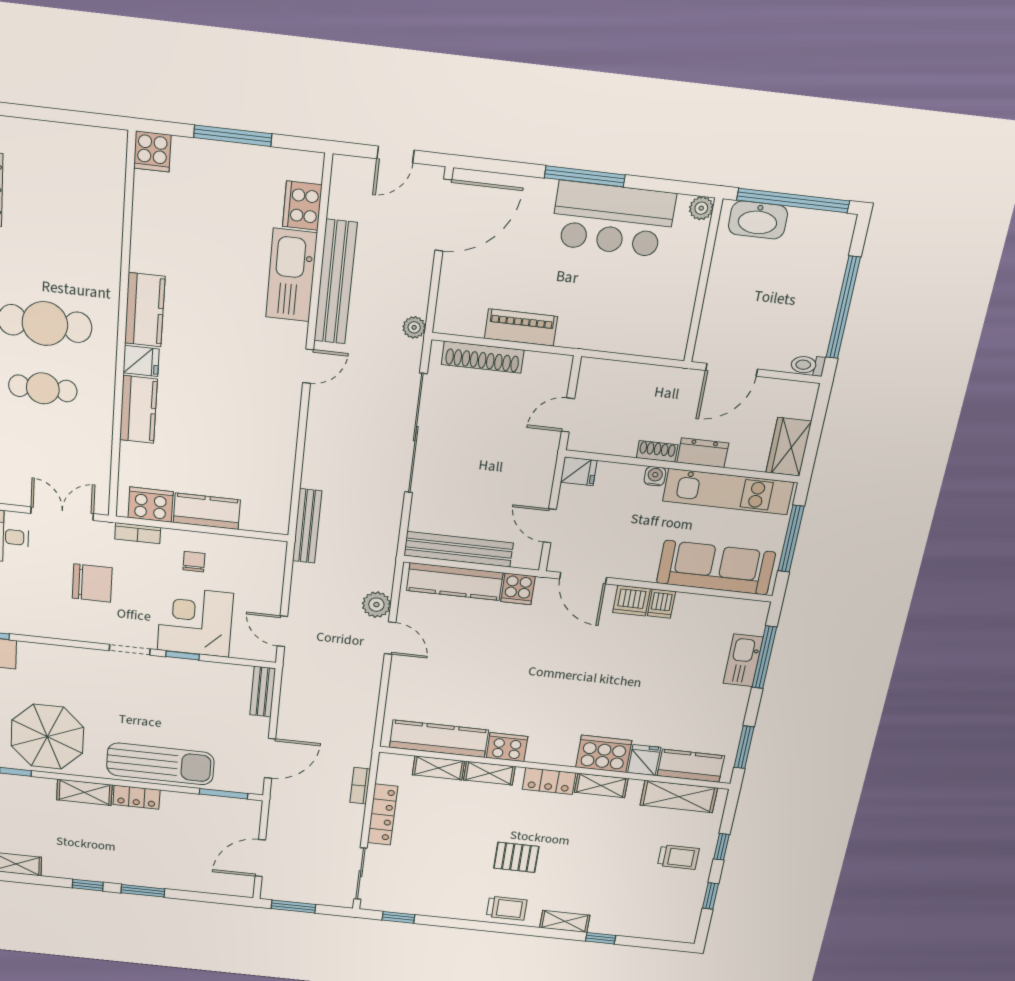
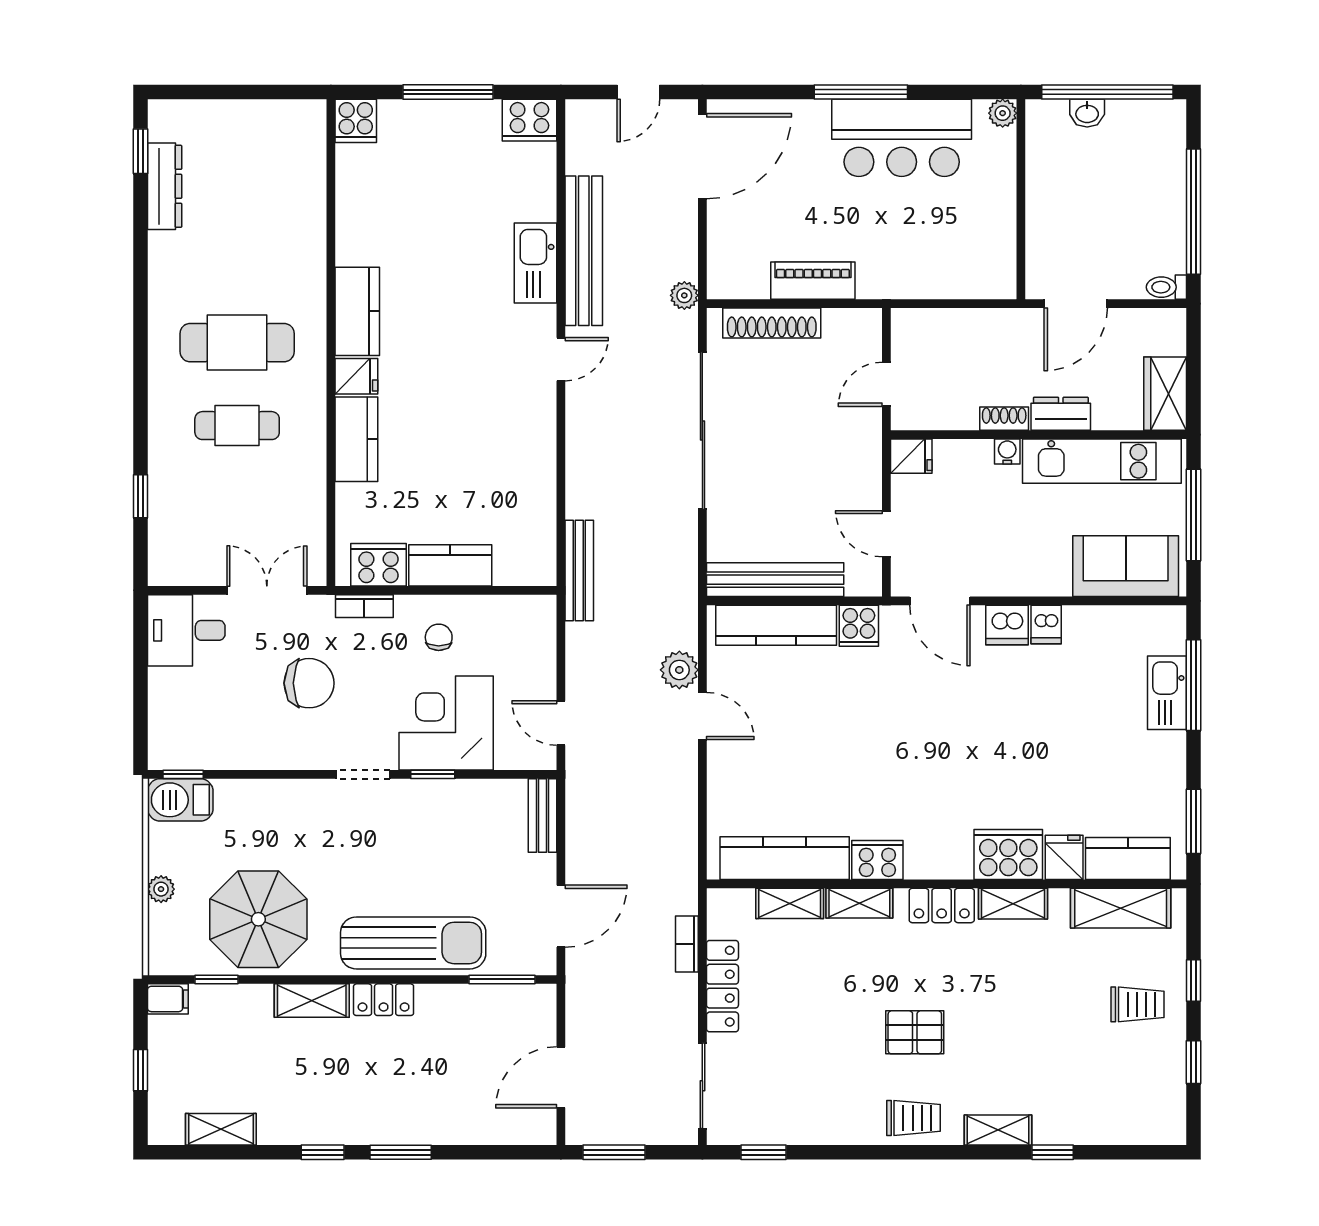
cooker: (302, 206) -> (529, 120), moved, turned -90
washbasin: (758, 220) -> (1087, 113), width x0.52, depth x0.69
kitchen sink: (291, 275) -> (535, 263), width x0.73, depth x0.81
sofa: (716, 568) -> (1126, 566), width x0.73

